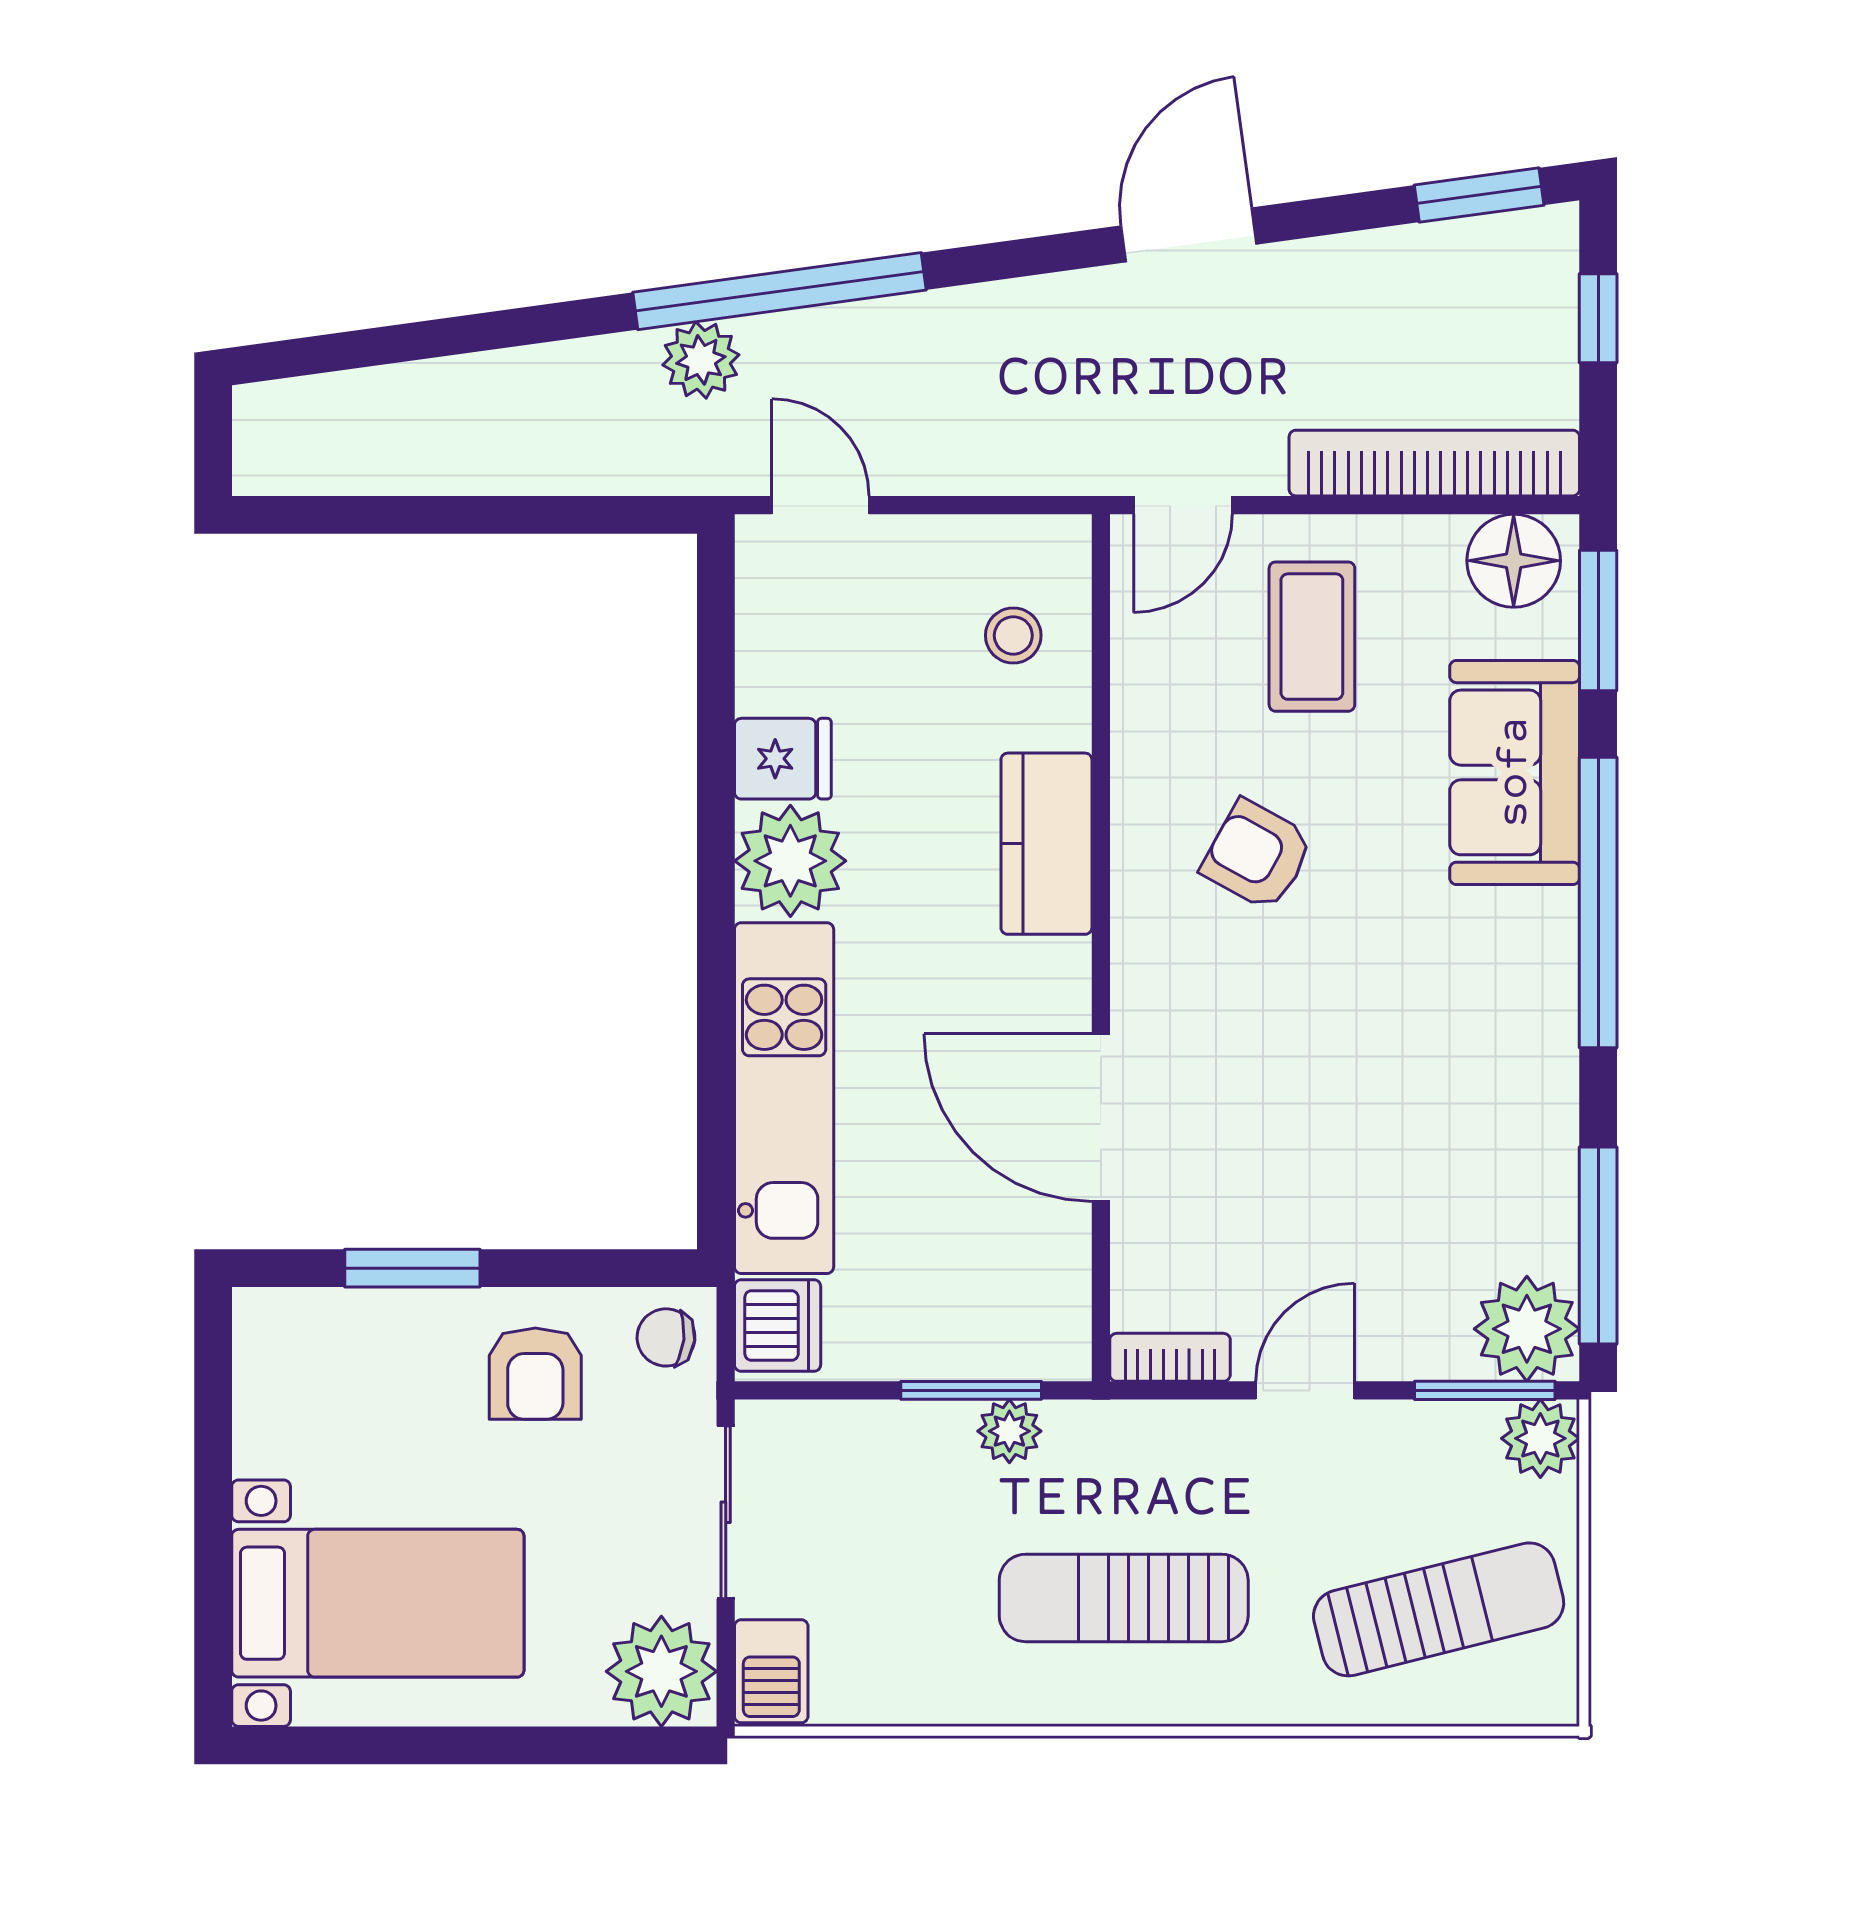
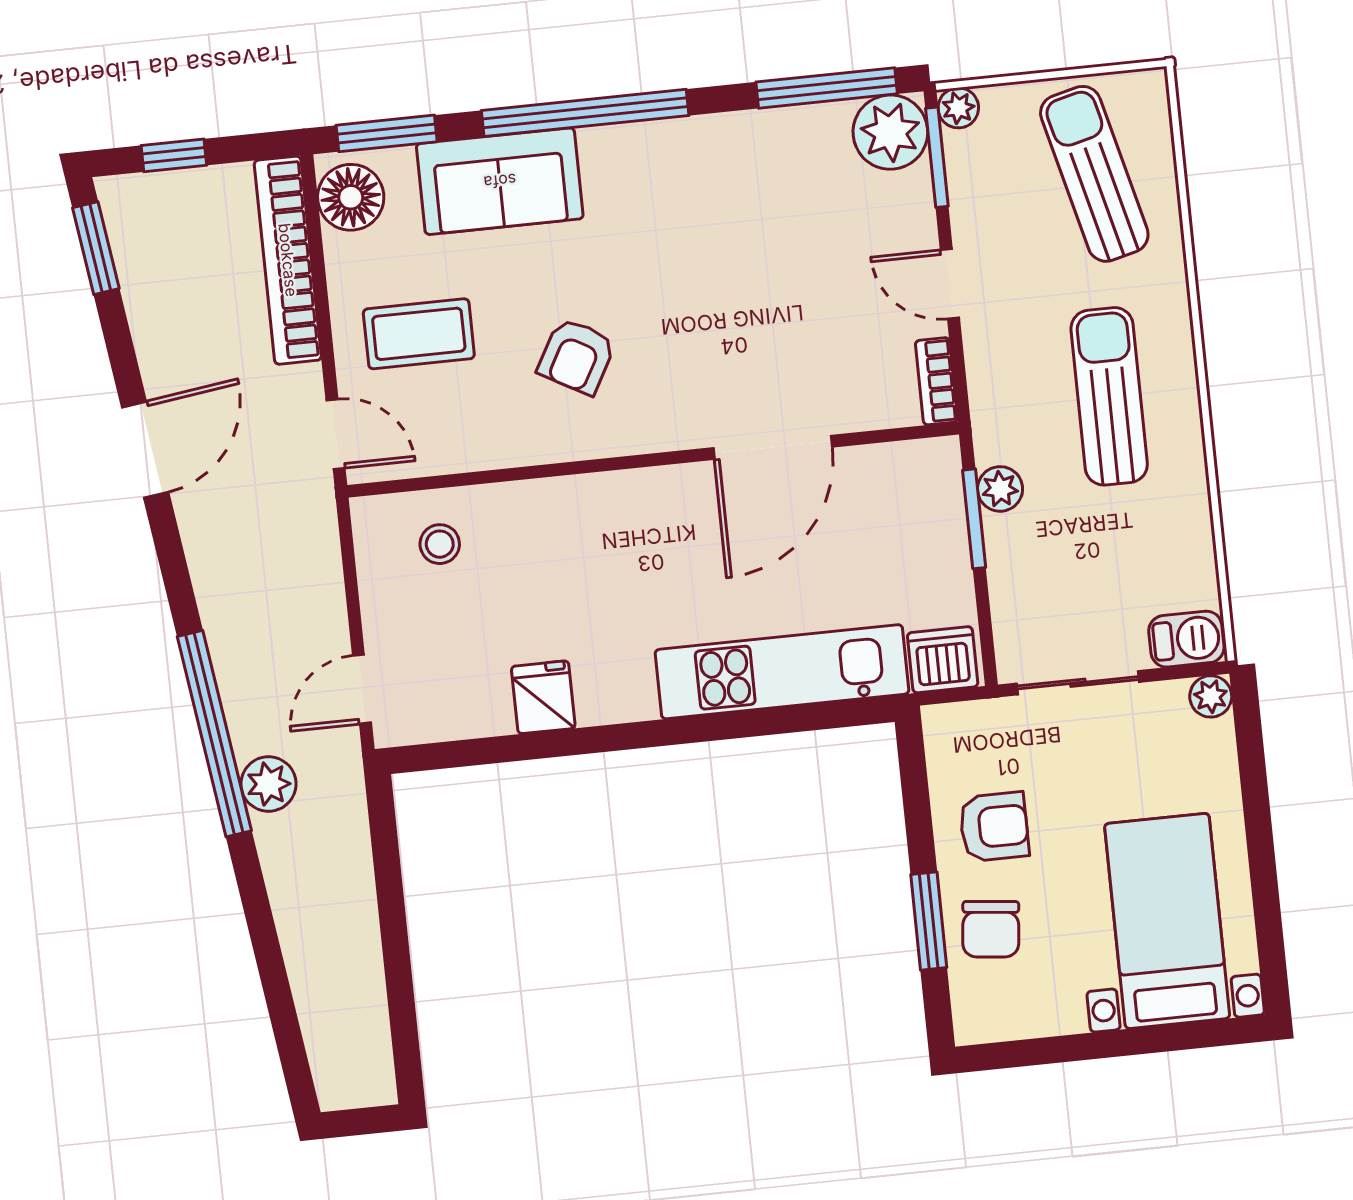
door: (1189, 235) -> (145, 450), swing flipped
kitchen counter: (1046, 844) -> (584, 506), removed
plant: (790, 861) -> (615, 685), removed
chair: (666, 1337) -> (991, 929), moved, width x1.37, depth x1.37
plant: (1540, 1438) -> (958, 108), width x0.73, depth x0.73
sun lounger: (1124, 1598) -> (1109, 396), turned 180
plant: (661, 1671) -> (1211, 696), width x0.53, depth x0.53

